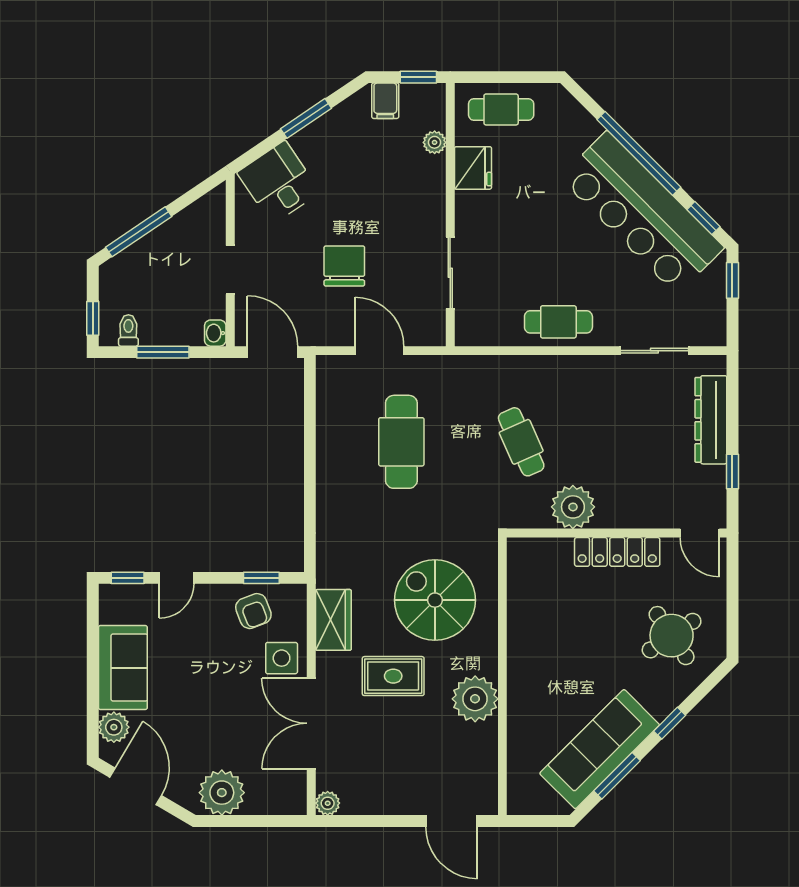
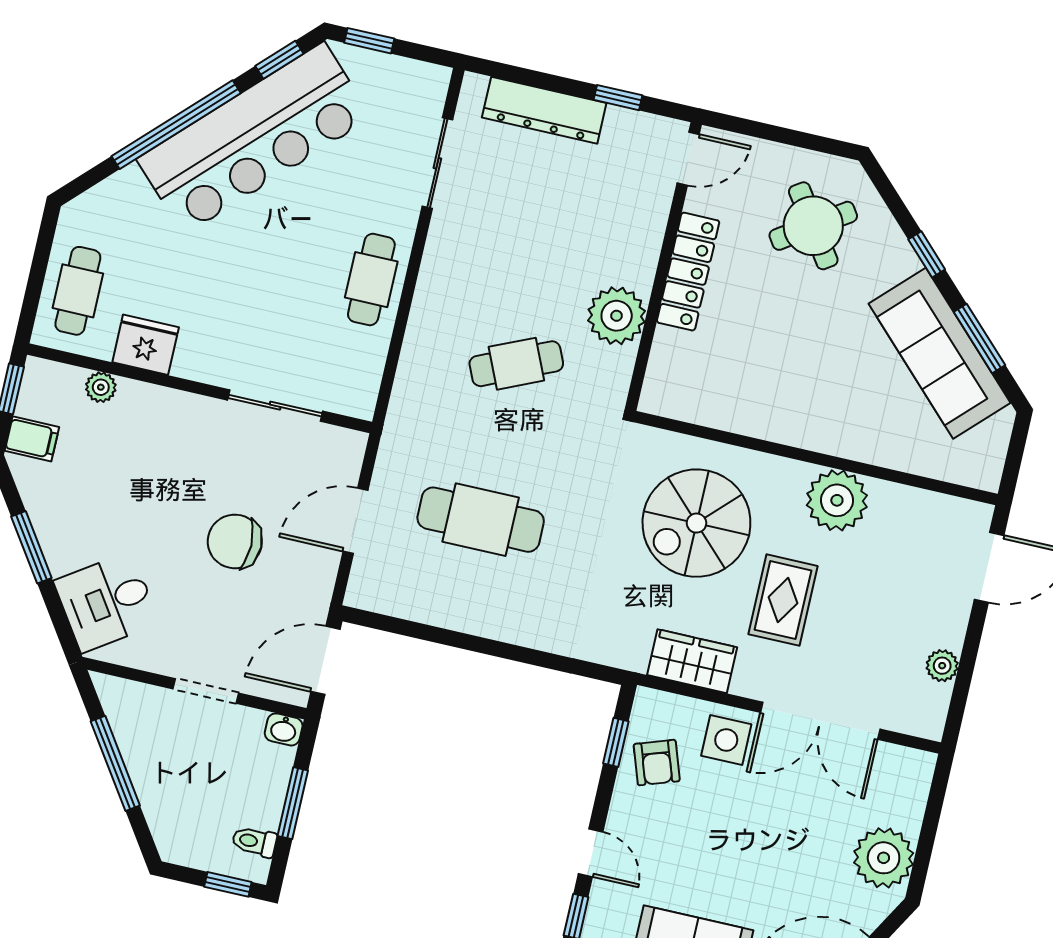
window: (139, 232) -> (115, 763), moved
armchair: (253, 611) -> (657, 763), turned 92
plant: (328, 803) -> (942, 666), moved

